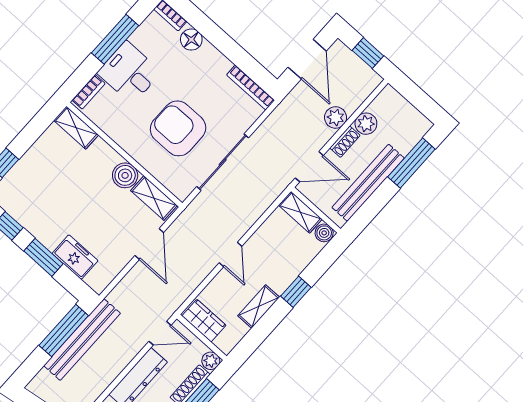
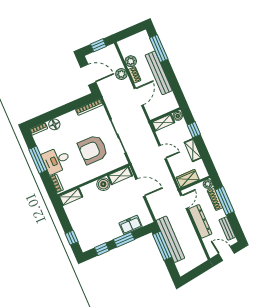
wall: (316, 210) -> (165, 115), moved
shelving: (300, 212) -> (163, 123), moved
boiler: (324, 233) -> (178, 116), moved

